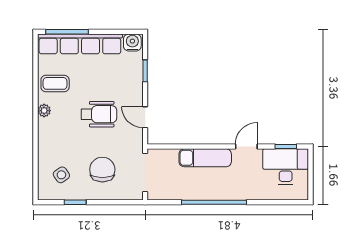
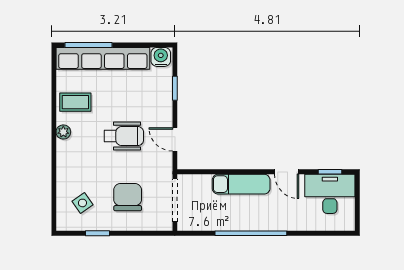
door: (246, 147) -> (287, 172), swing flipped

